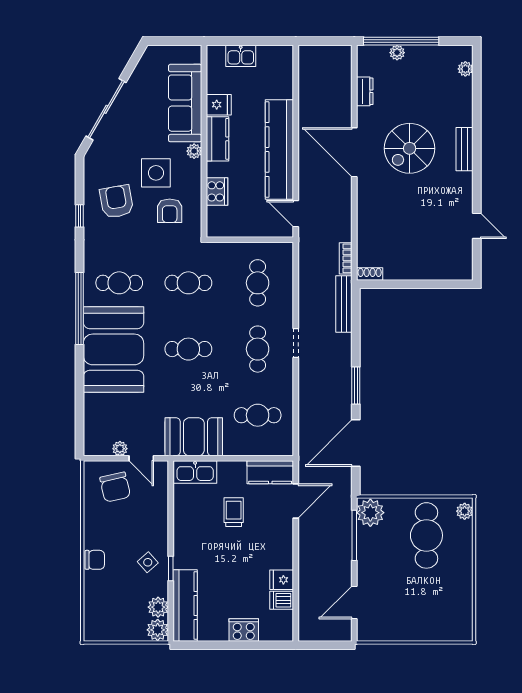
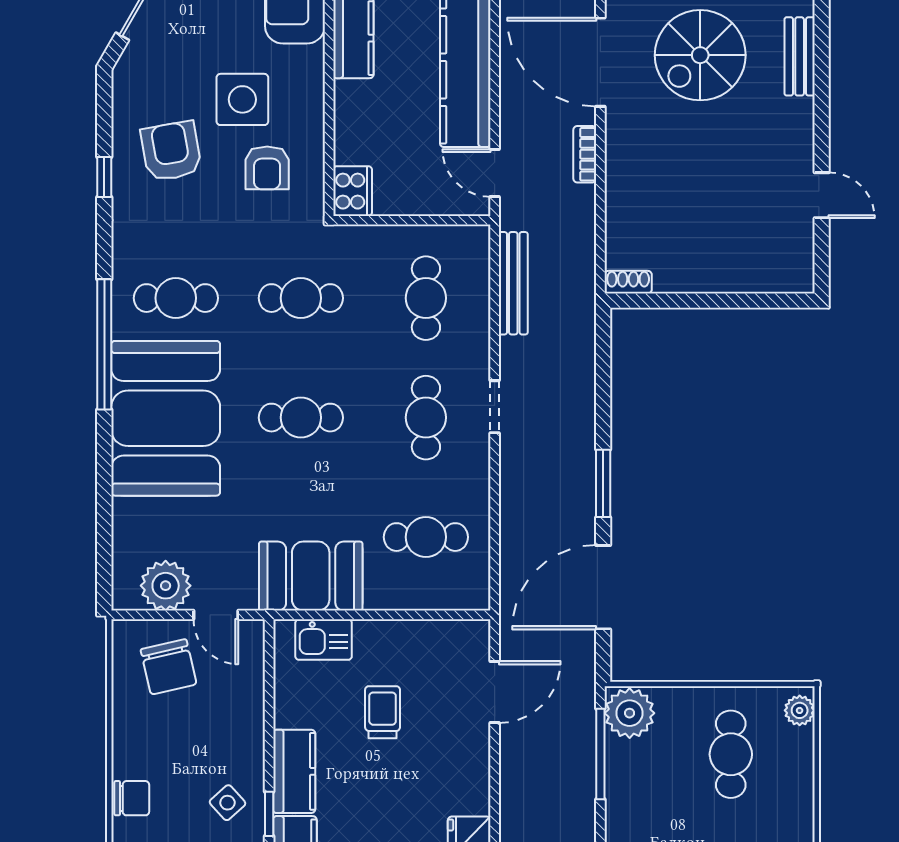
plant: (194, 151) -> (311, 60), removed
cooker: (217, 191) -> (353, 191), moved
bookcase: (346, 258) -> (585, 154), moved
bench: (344, 304) -> (513, 283), moved
plant: (120, 449) -> (166, 586), width x1.88, depth x1.88
kitchen sink: (195, 472) -> (324, 640), width x0.73
kitchen counter: (270, 472) -> (294, 771), moved, turned -90
cafe table: (426, 535) -> (731, 754), width x0.73, depth x0.74

